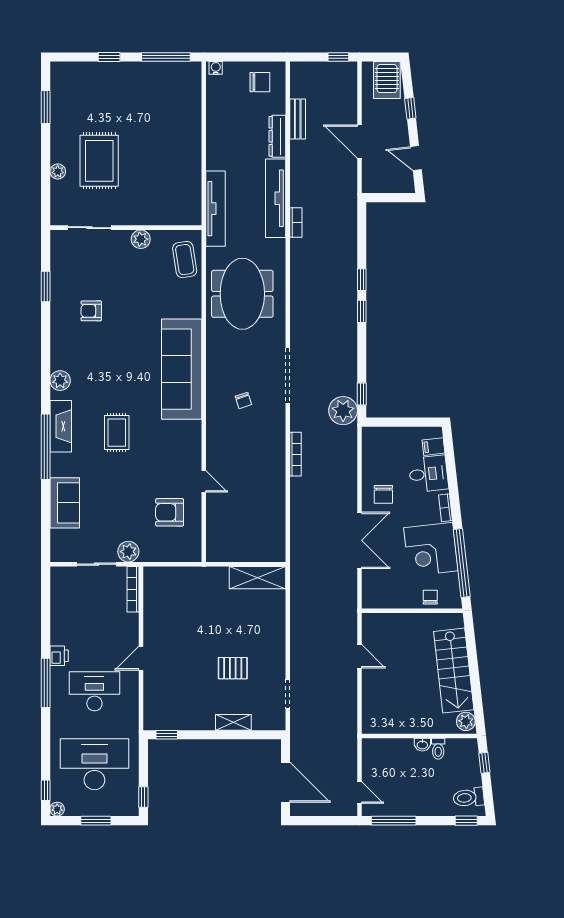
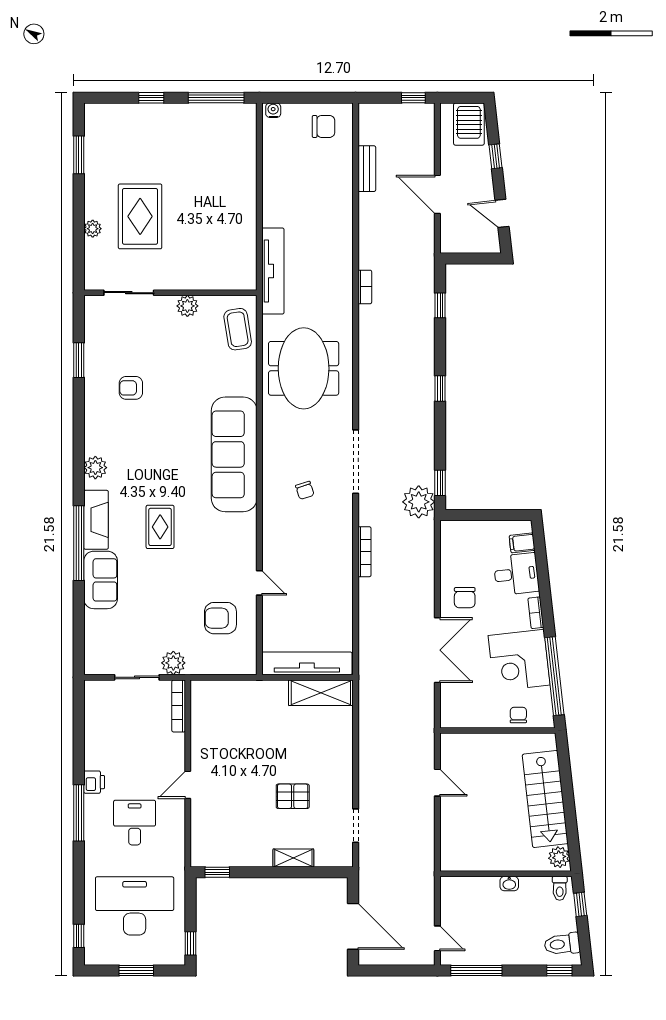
dresser: (277, 136) -> (344, 188), removed
tv unit: (276, 198) -> (307, 663), moved, turned 90
window: (362, 280) -> (440, 305), moved
sofa: (65, 503) -> (101, 580), moved
desk: (94, 691) -> (135, 823), width x0.73
toilet: (438, 749) -> (560, 888), moved
plant: (57, 809) -> (92, 957), removed

